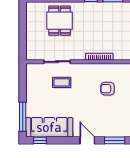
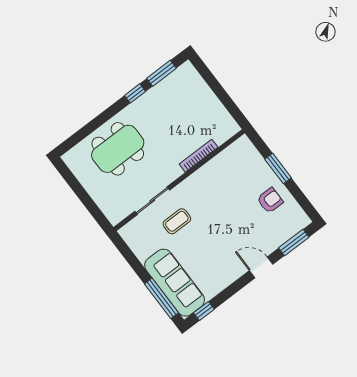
dining table: (60, 21) -> (118, 149), width x1.38
armchair: (107, 89) -> (270, 200), moved, turned 180
sofa: (49, 127) -> (175, 283), moved, turned 90

